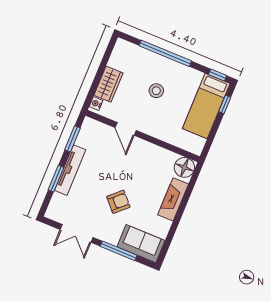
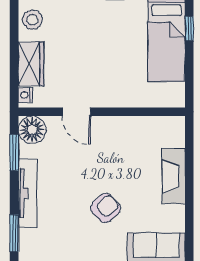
stool: (156, 91) -> (32, 20), moved
floor lamp: (184, 167) -> (32, 130), moved
window: (56, 179) -> (14, 233), moved

